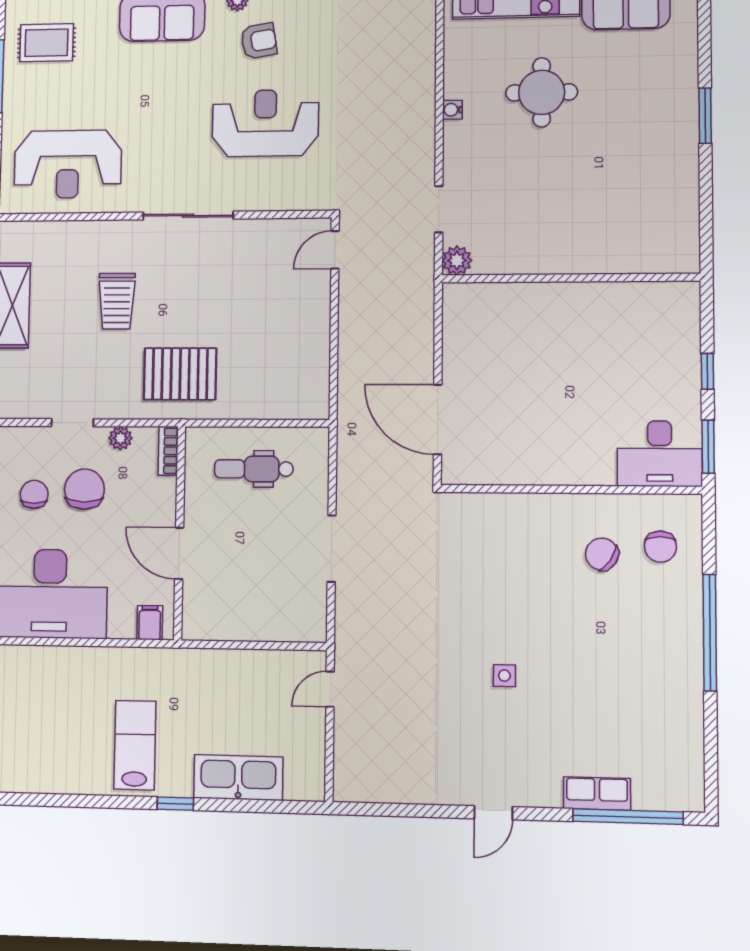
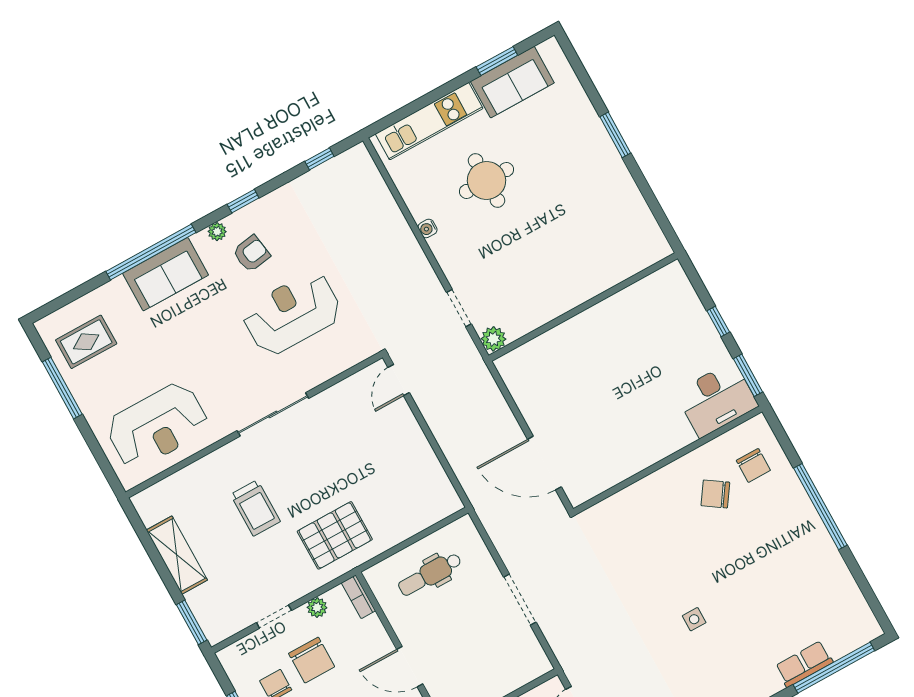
chair: (84, 489) -> (312, 660), turned 180

